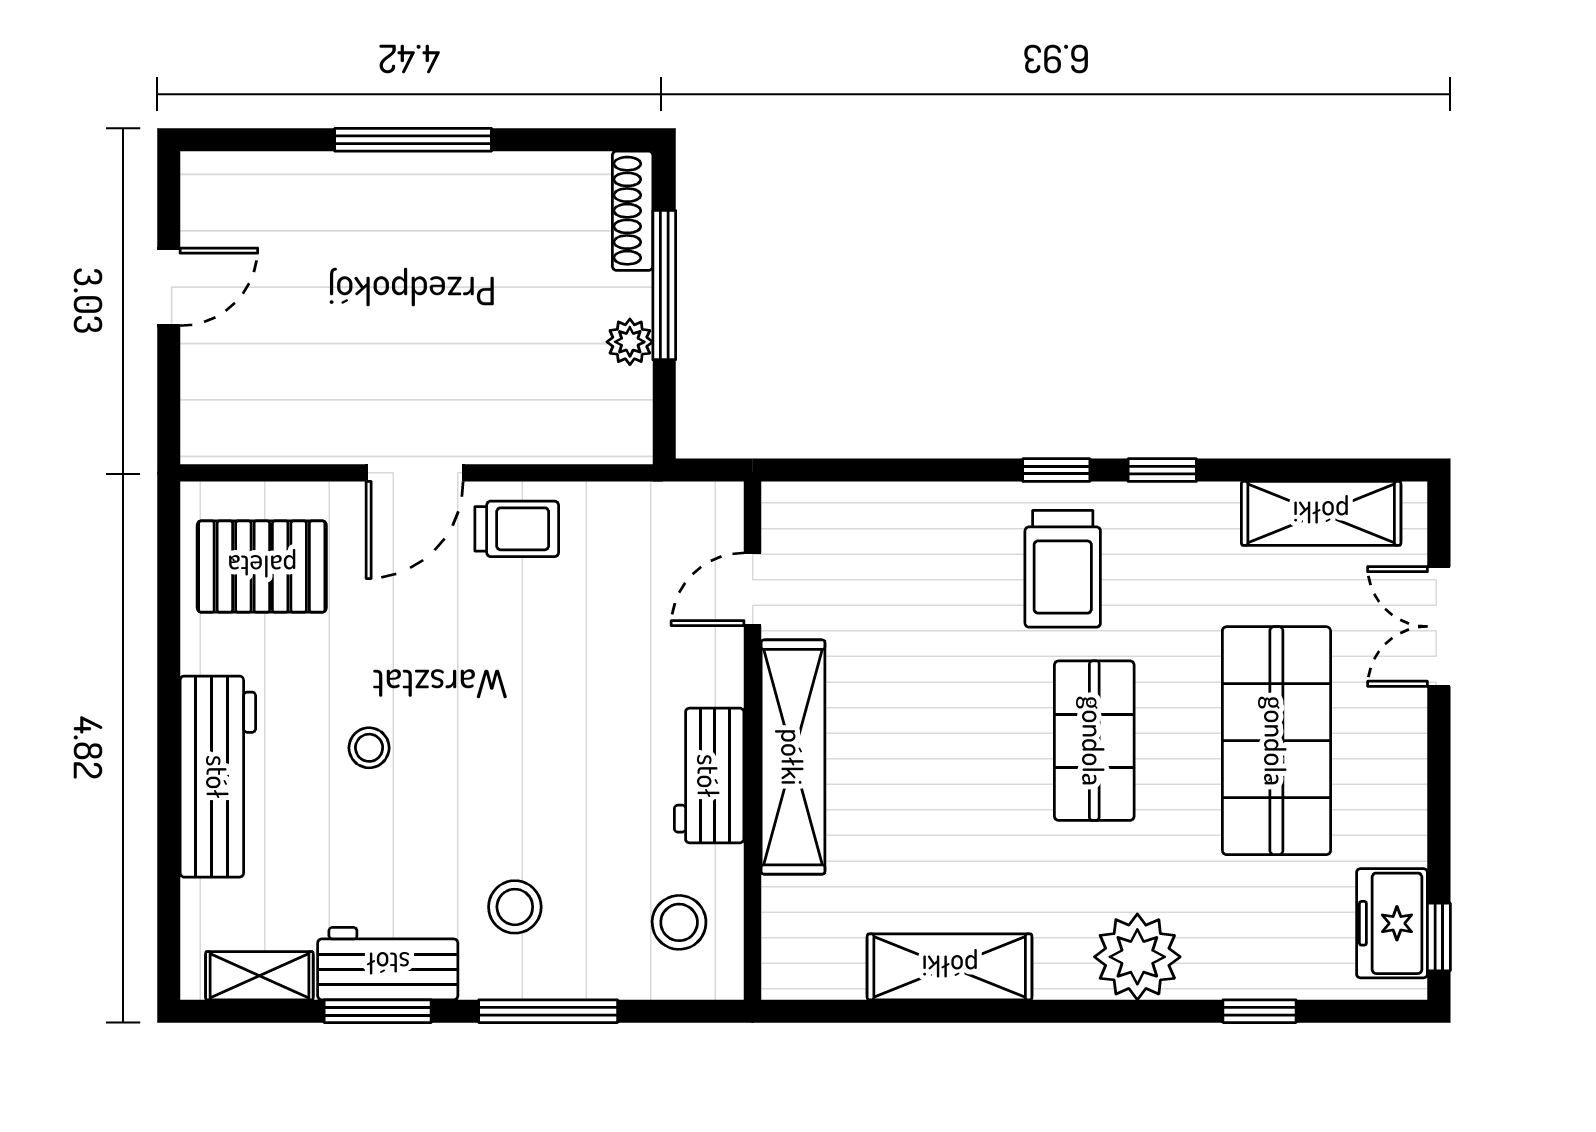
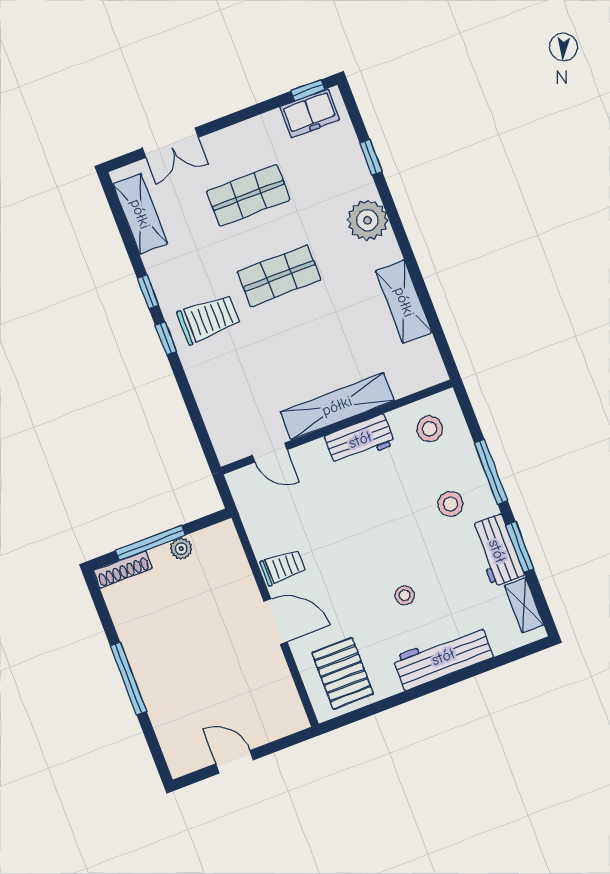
trolley: (517, 529) -> (283, 567), turned 90
shop shelf: (1276, 741) -> (248, 195), width x0.70, depth x0.74

